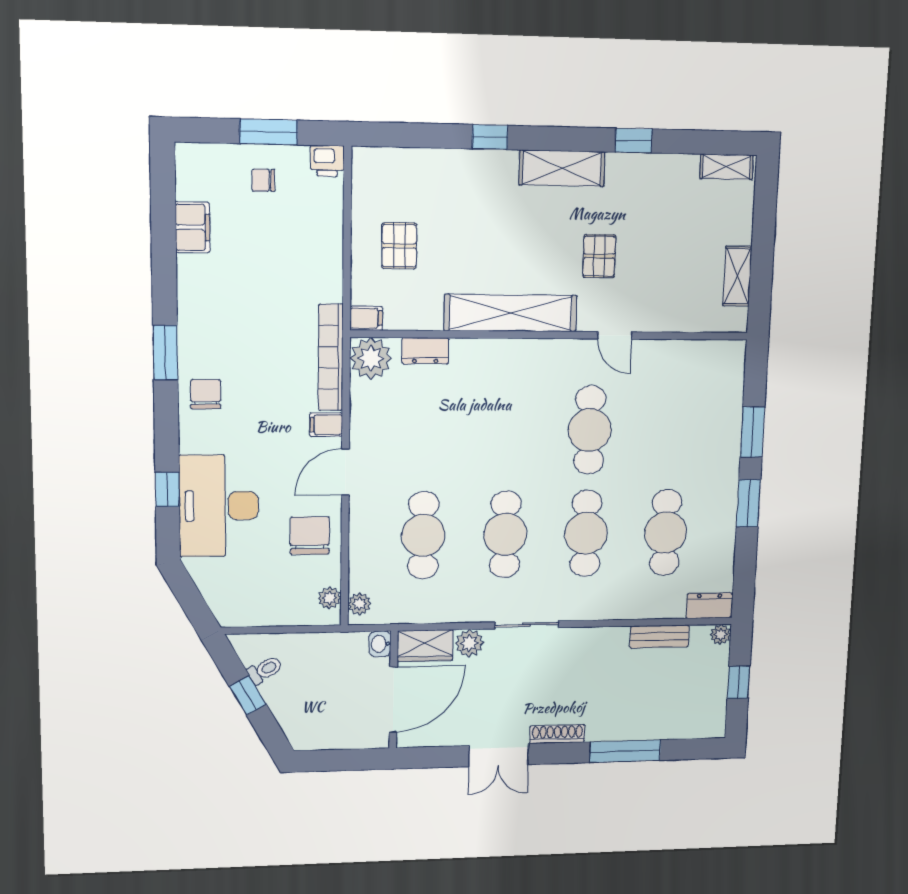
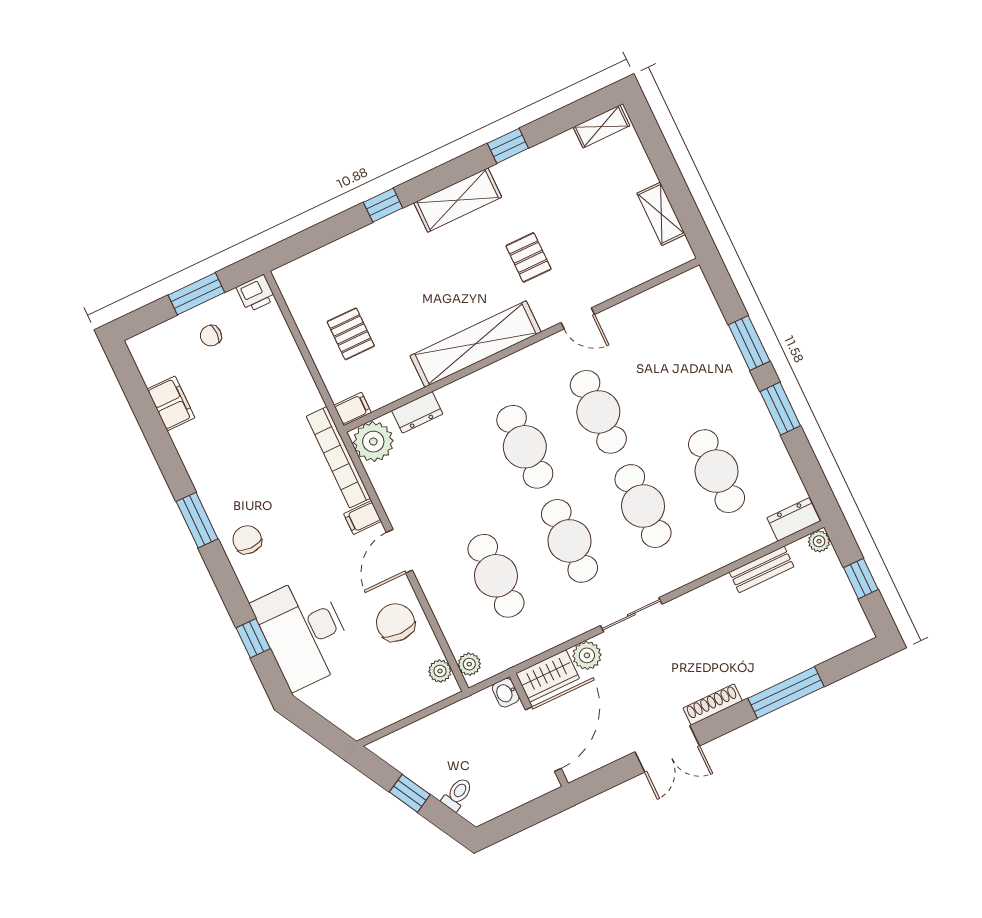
cafe table: (508, 430) -> (525, 447), added
toilet: (265, 670) -> (457, 794), moved

